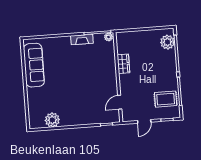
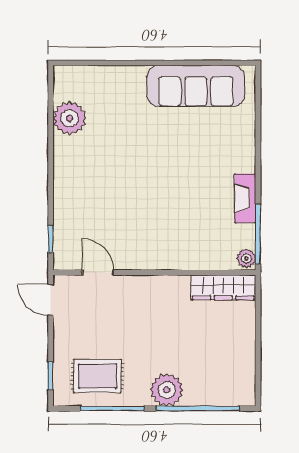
plant: (167, 42) -> (167, 390), moved
wardrobe: (123, 64) -> (223, 287), moved, width x1.50
rug: (166, 99) -> (97, 376), turned 90
door: (144, 121) -> (51, 300), moved

